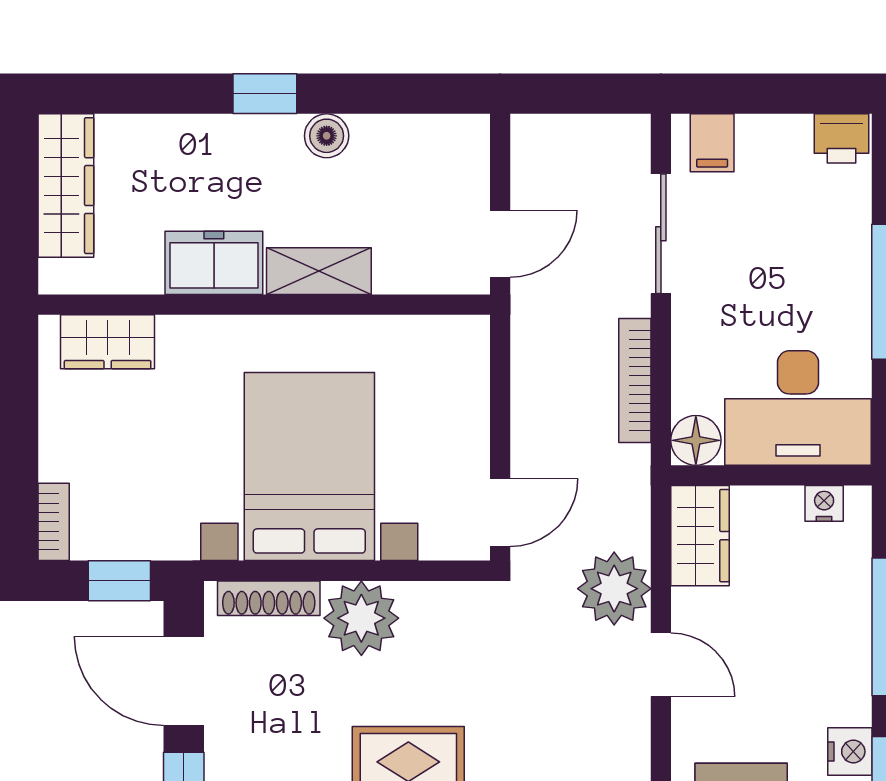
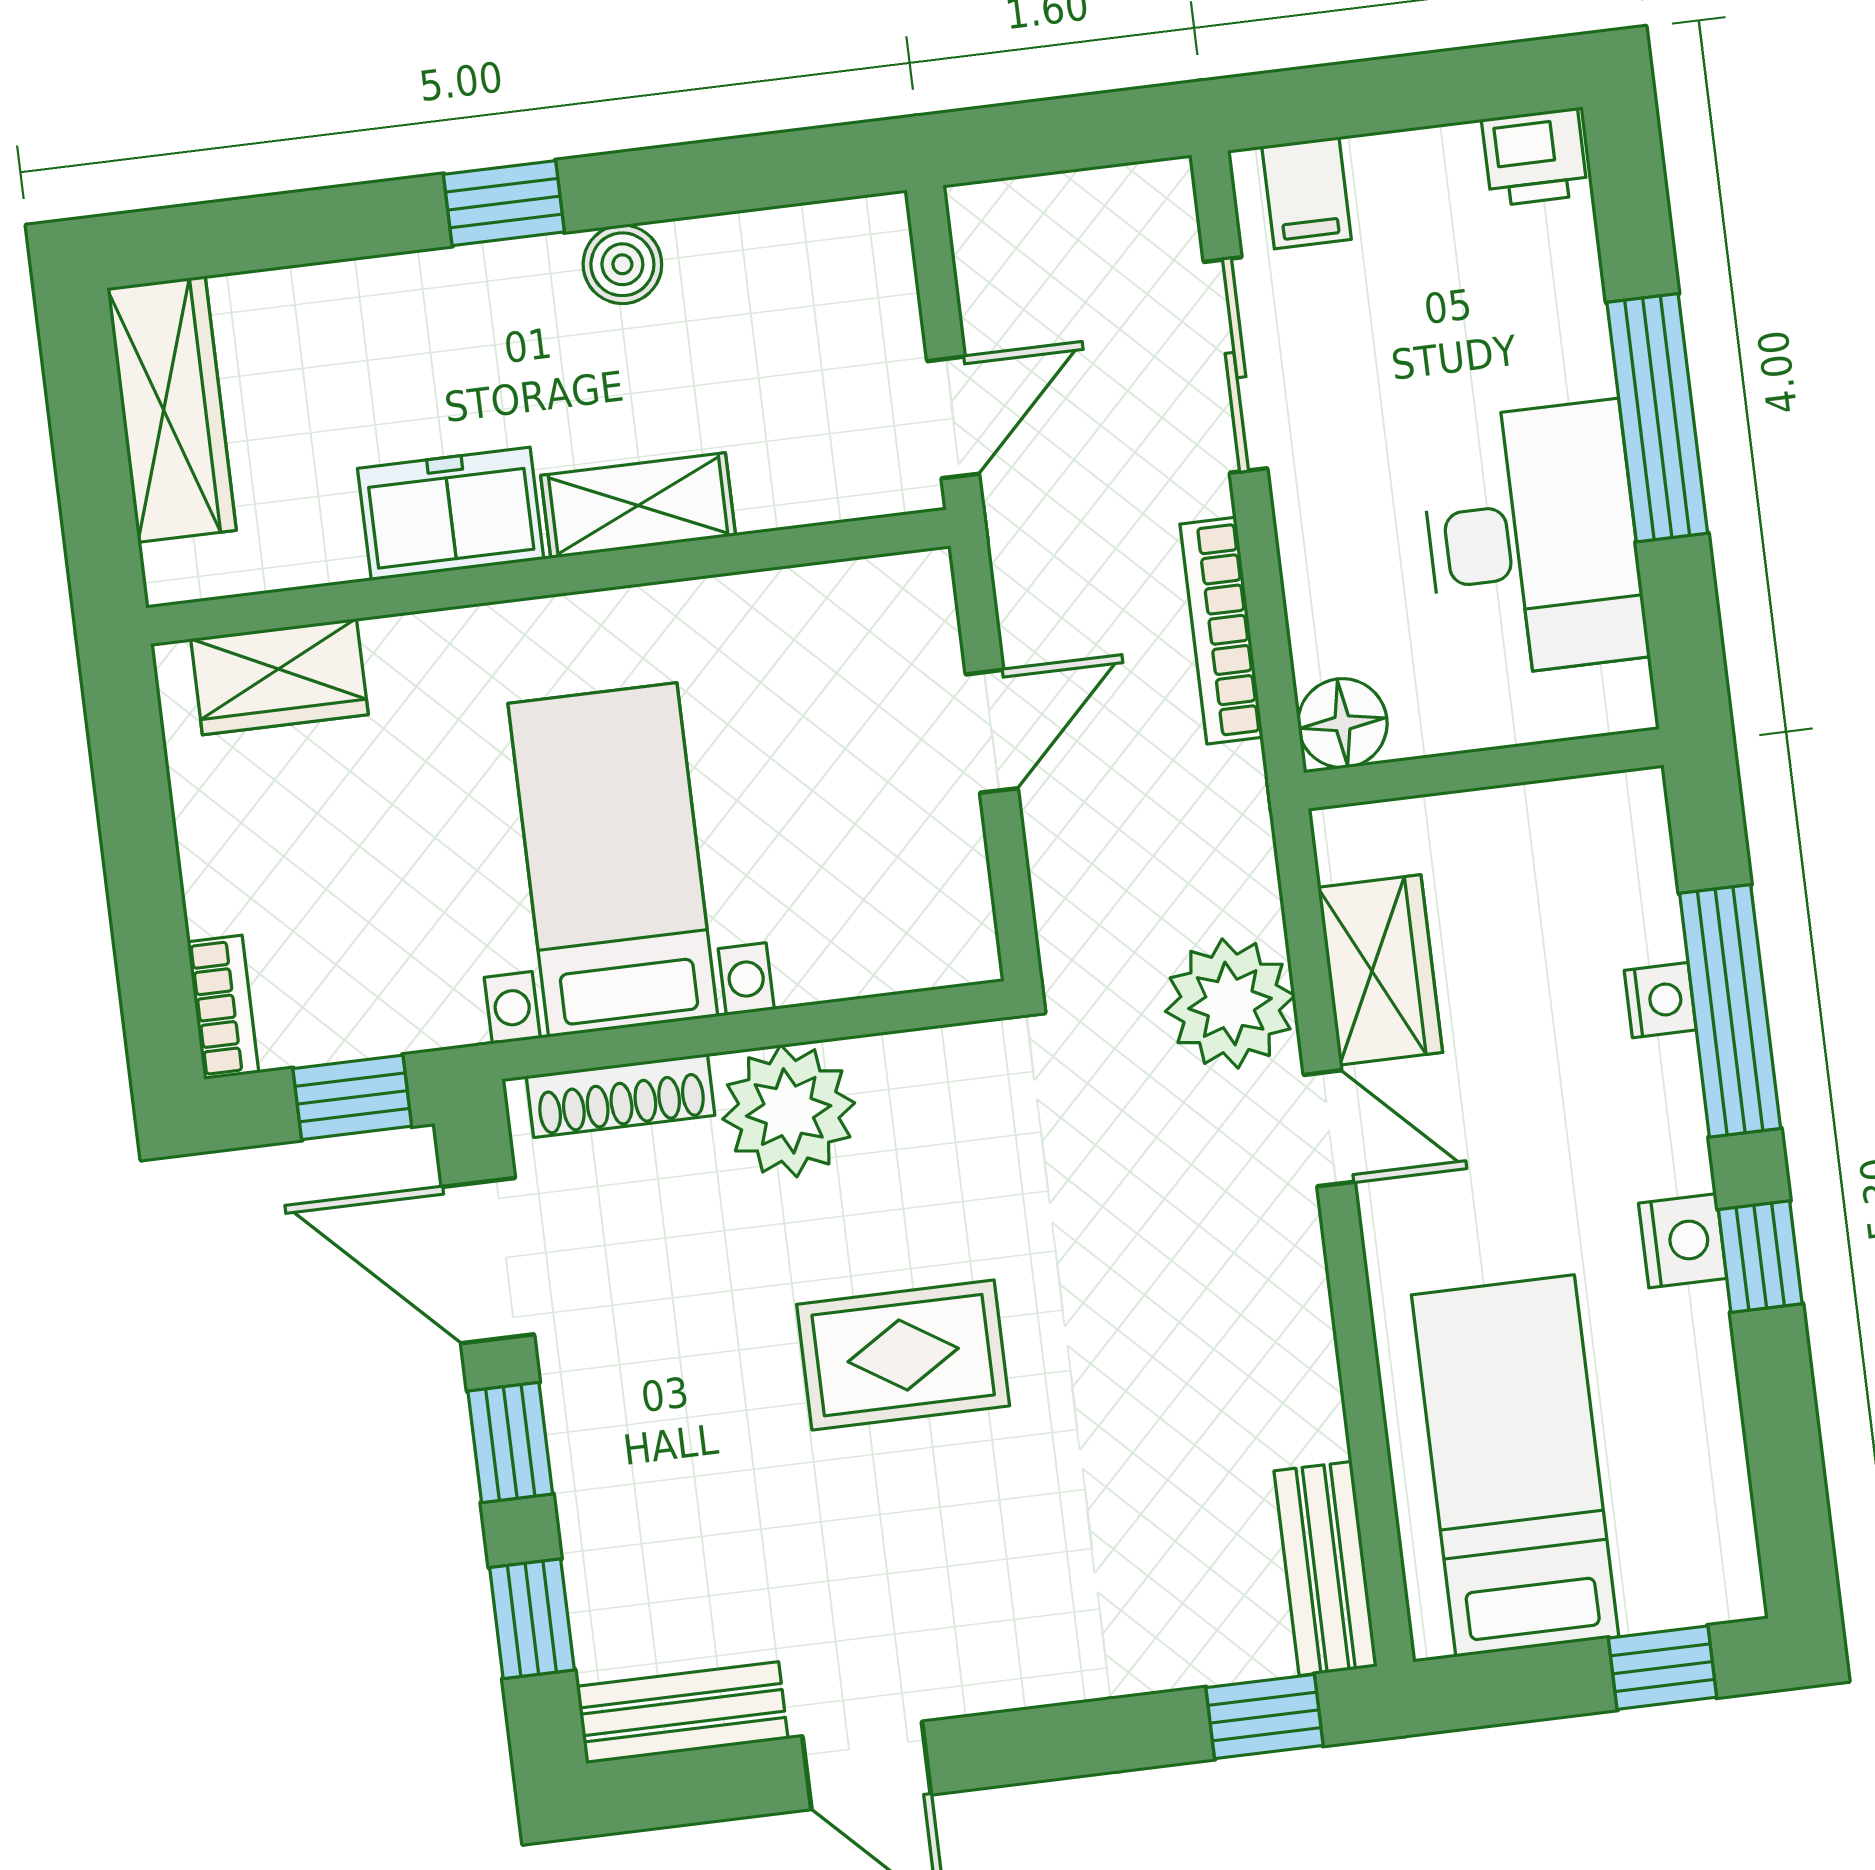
desk: (798, 408) -> (1533, 540), moved, turned -90
bed with nightstands: (309, 467) -> (613, 860), width x0.73
nightstand: (824, 503) -> (1660, 1000), moved, turned 90
door: (500, 513) -> (992, 731), moved
wardrobe: (700, 536) -> (1380, 970), moved

